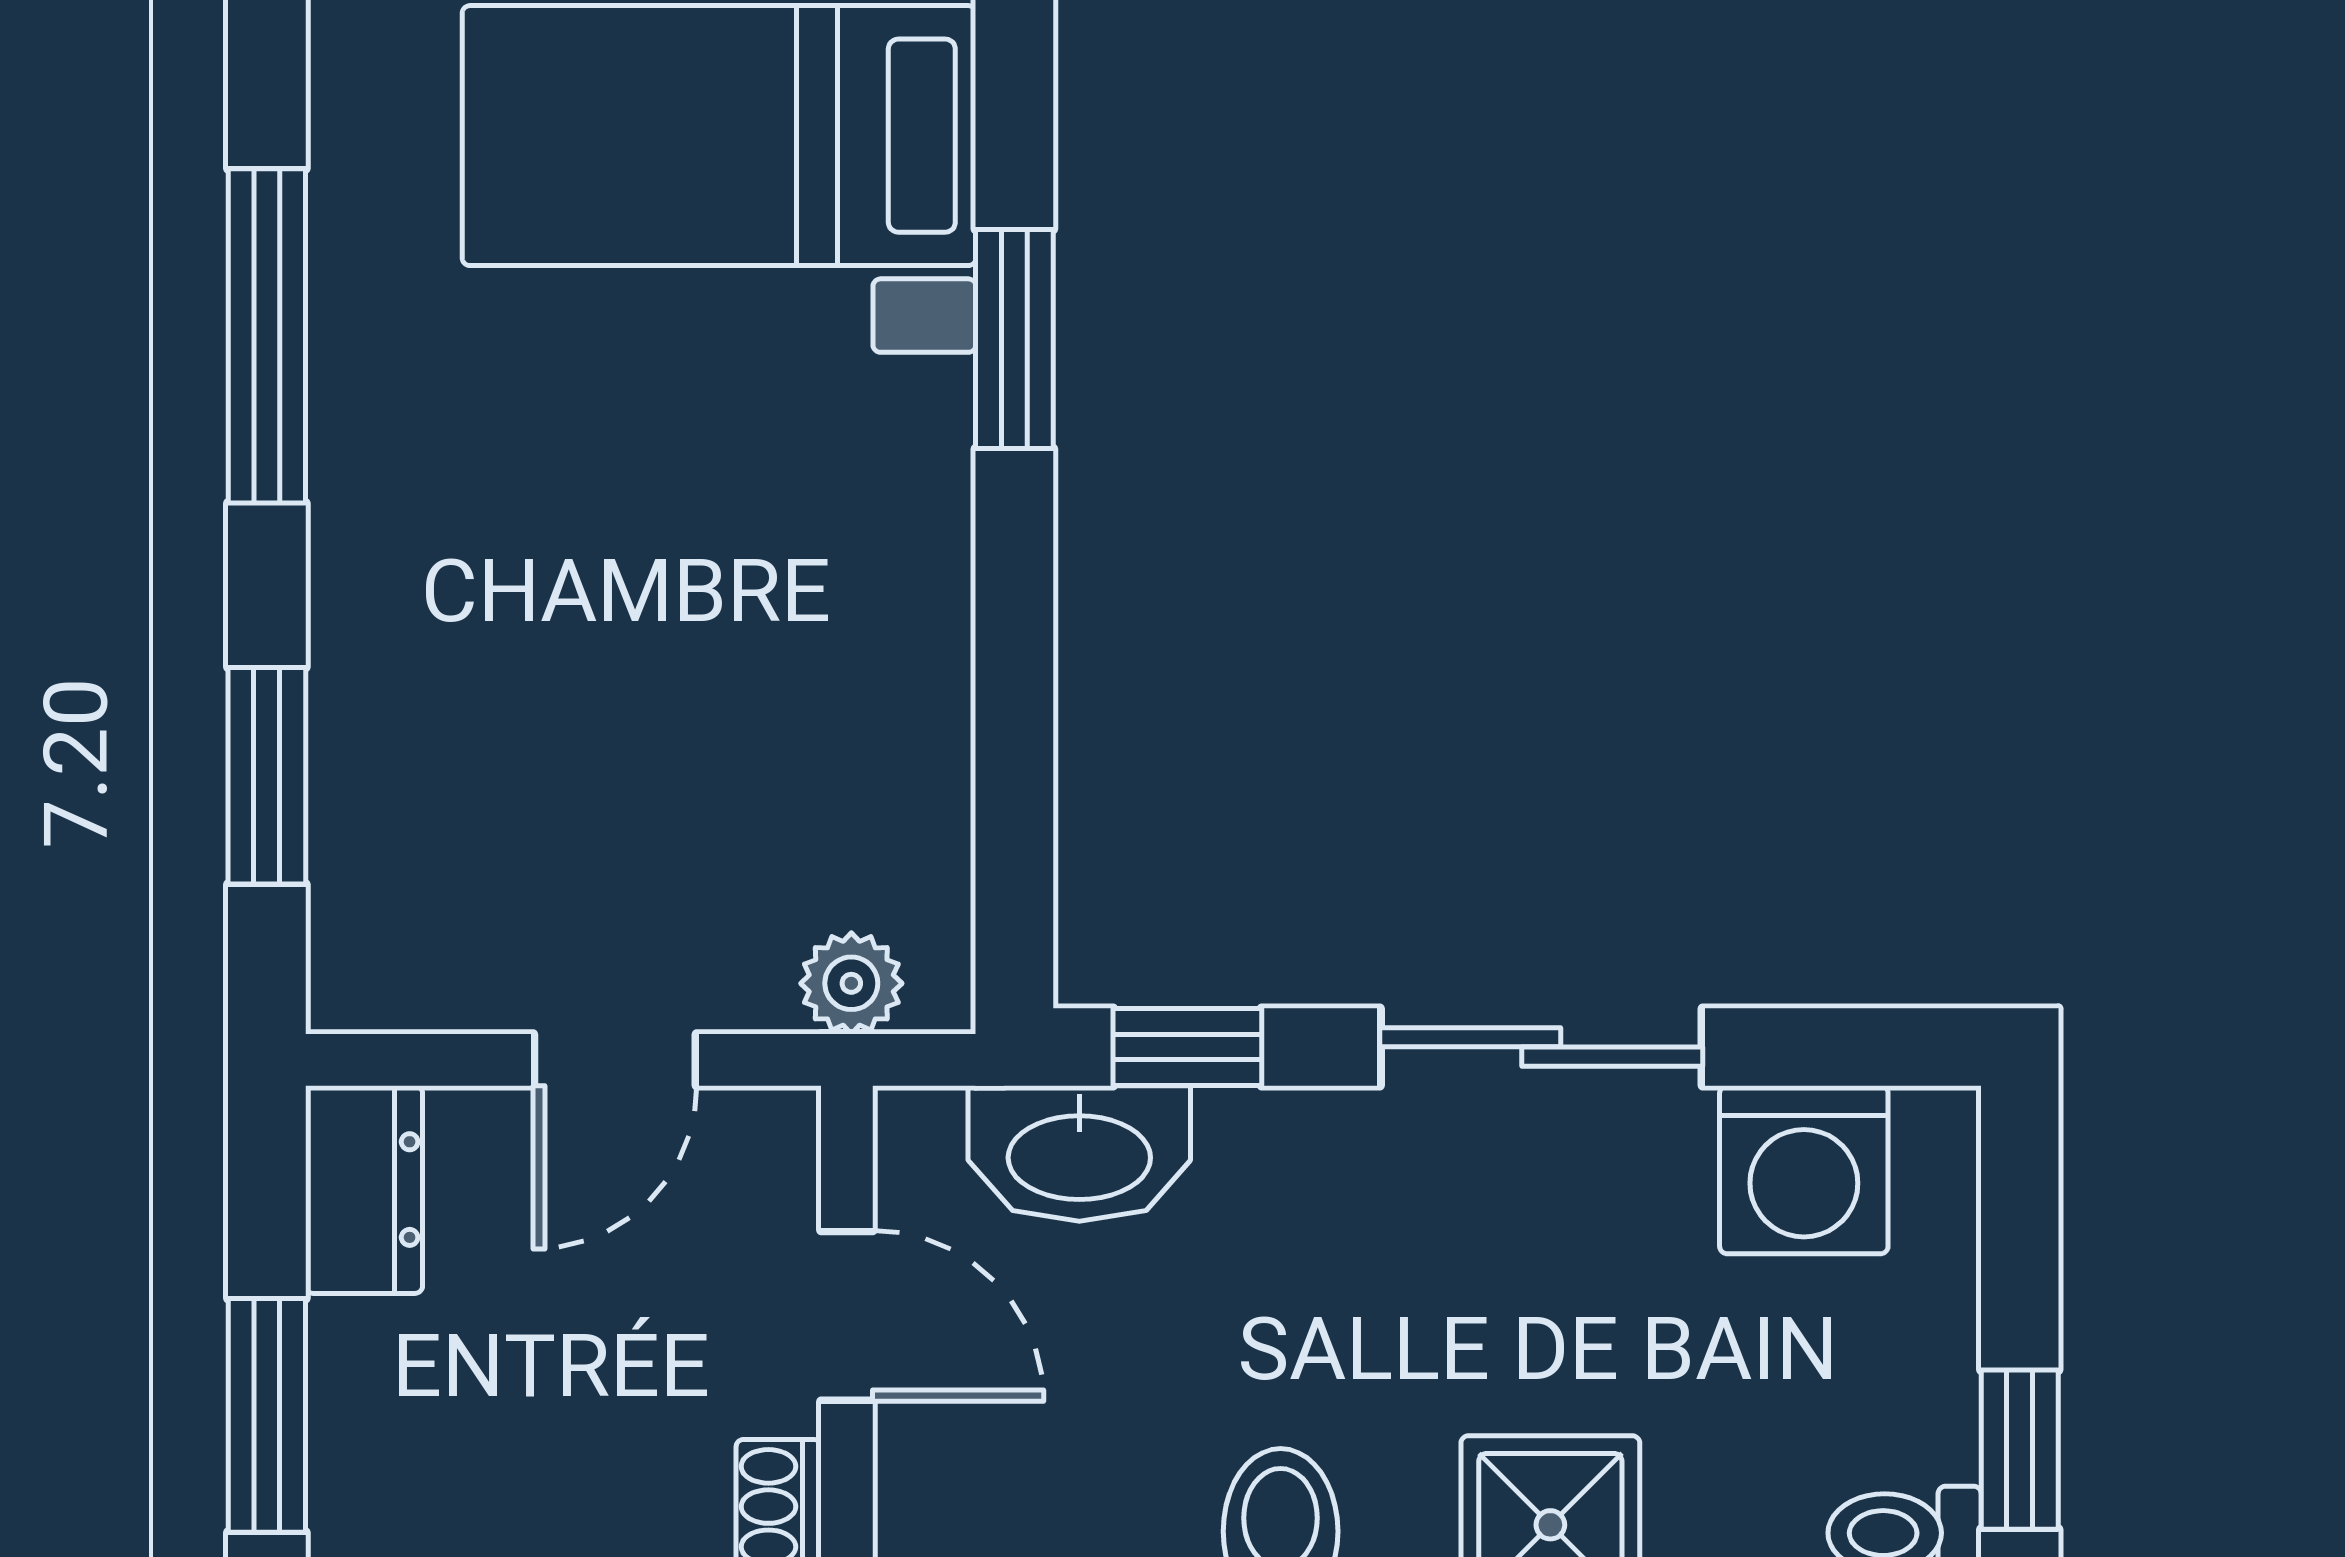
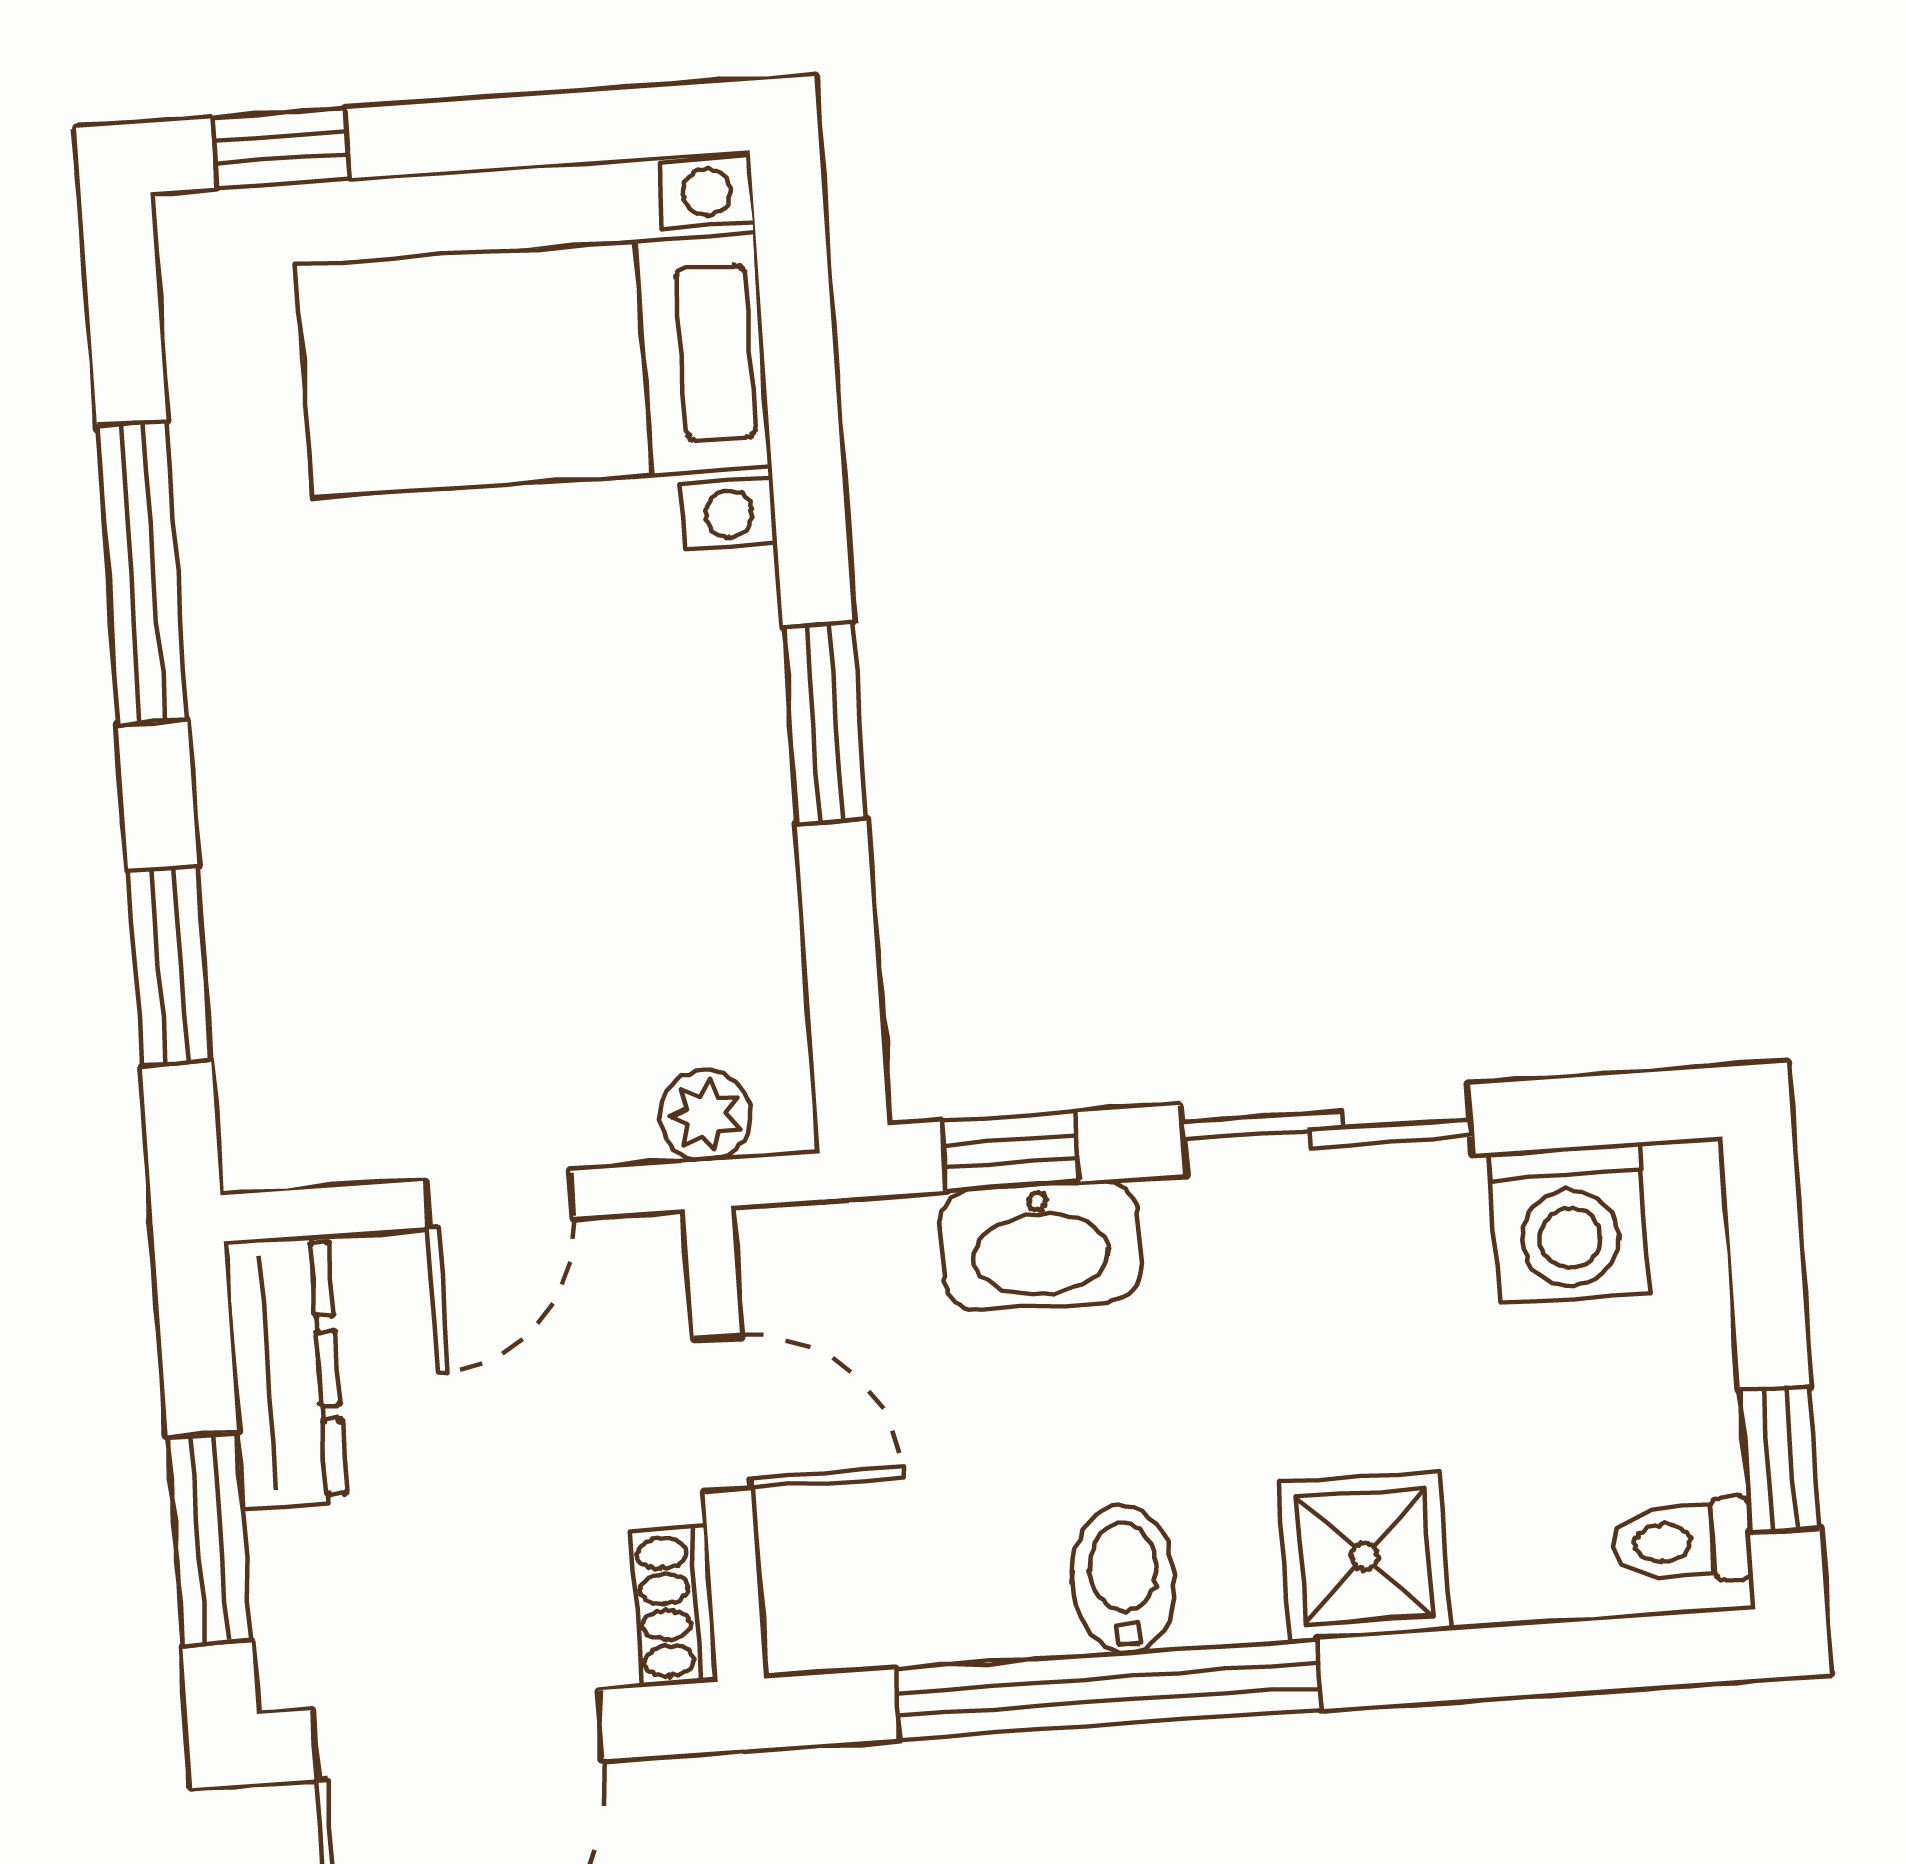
window: (1014, 339) -> (825, 723), moved
washbasin: (1079, 1154) -> (1040, 1245), moved
dresser: (364, 1190) -> (285, 1371), width x1.44

